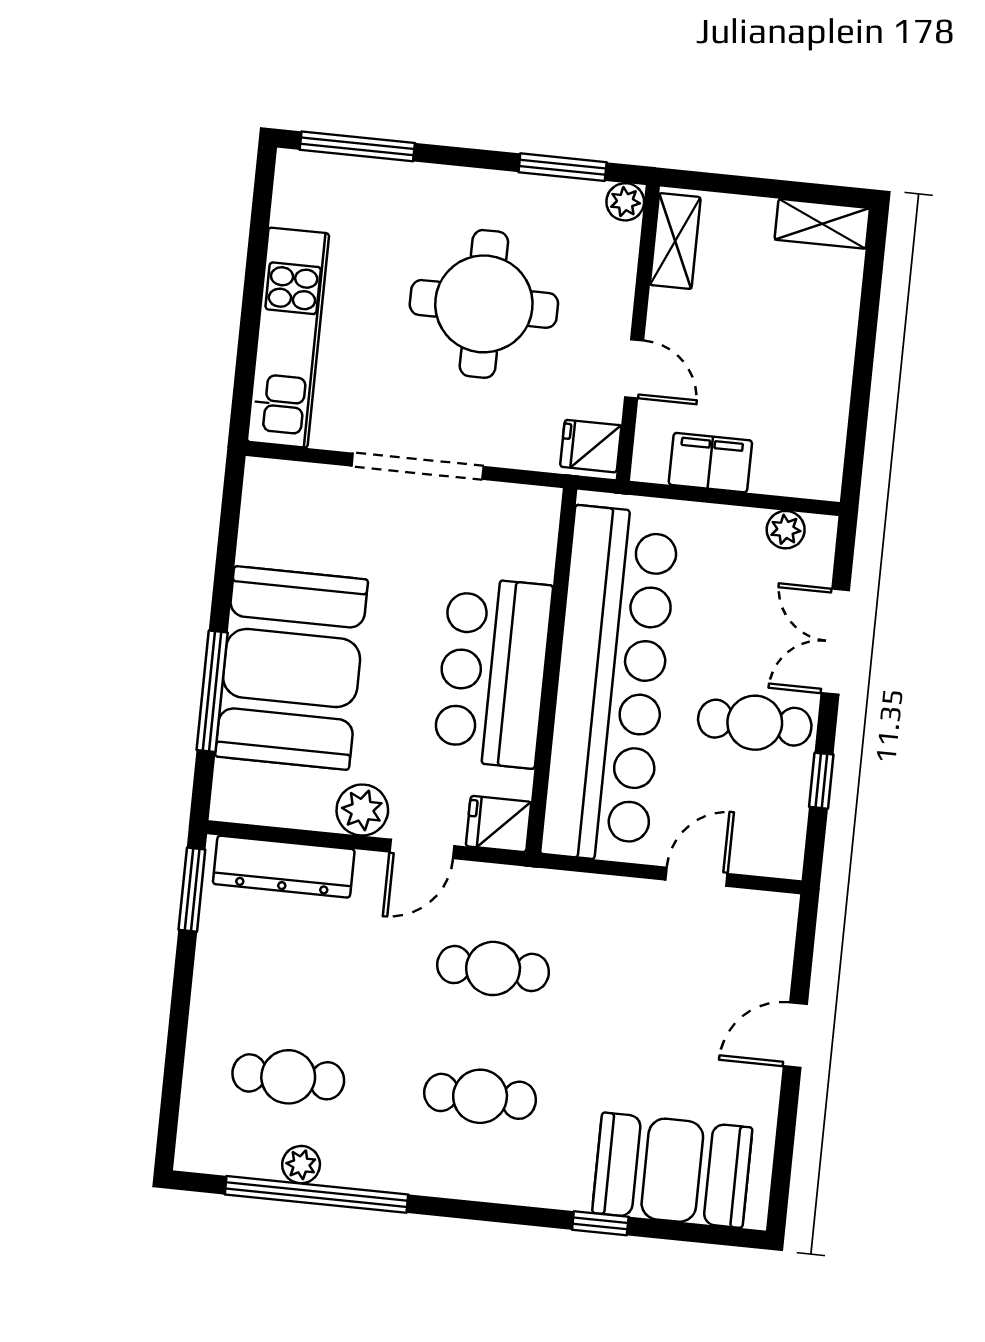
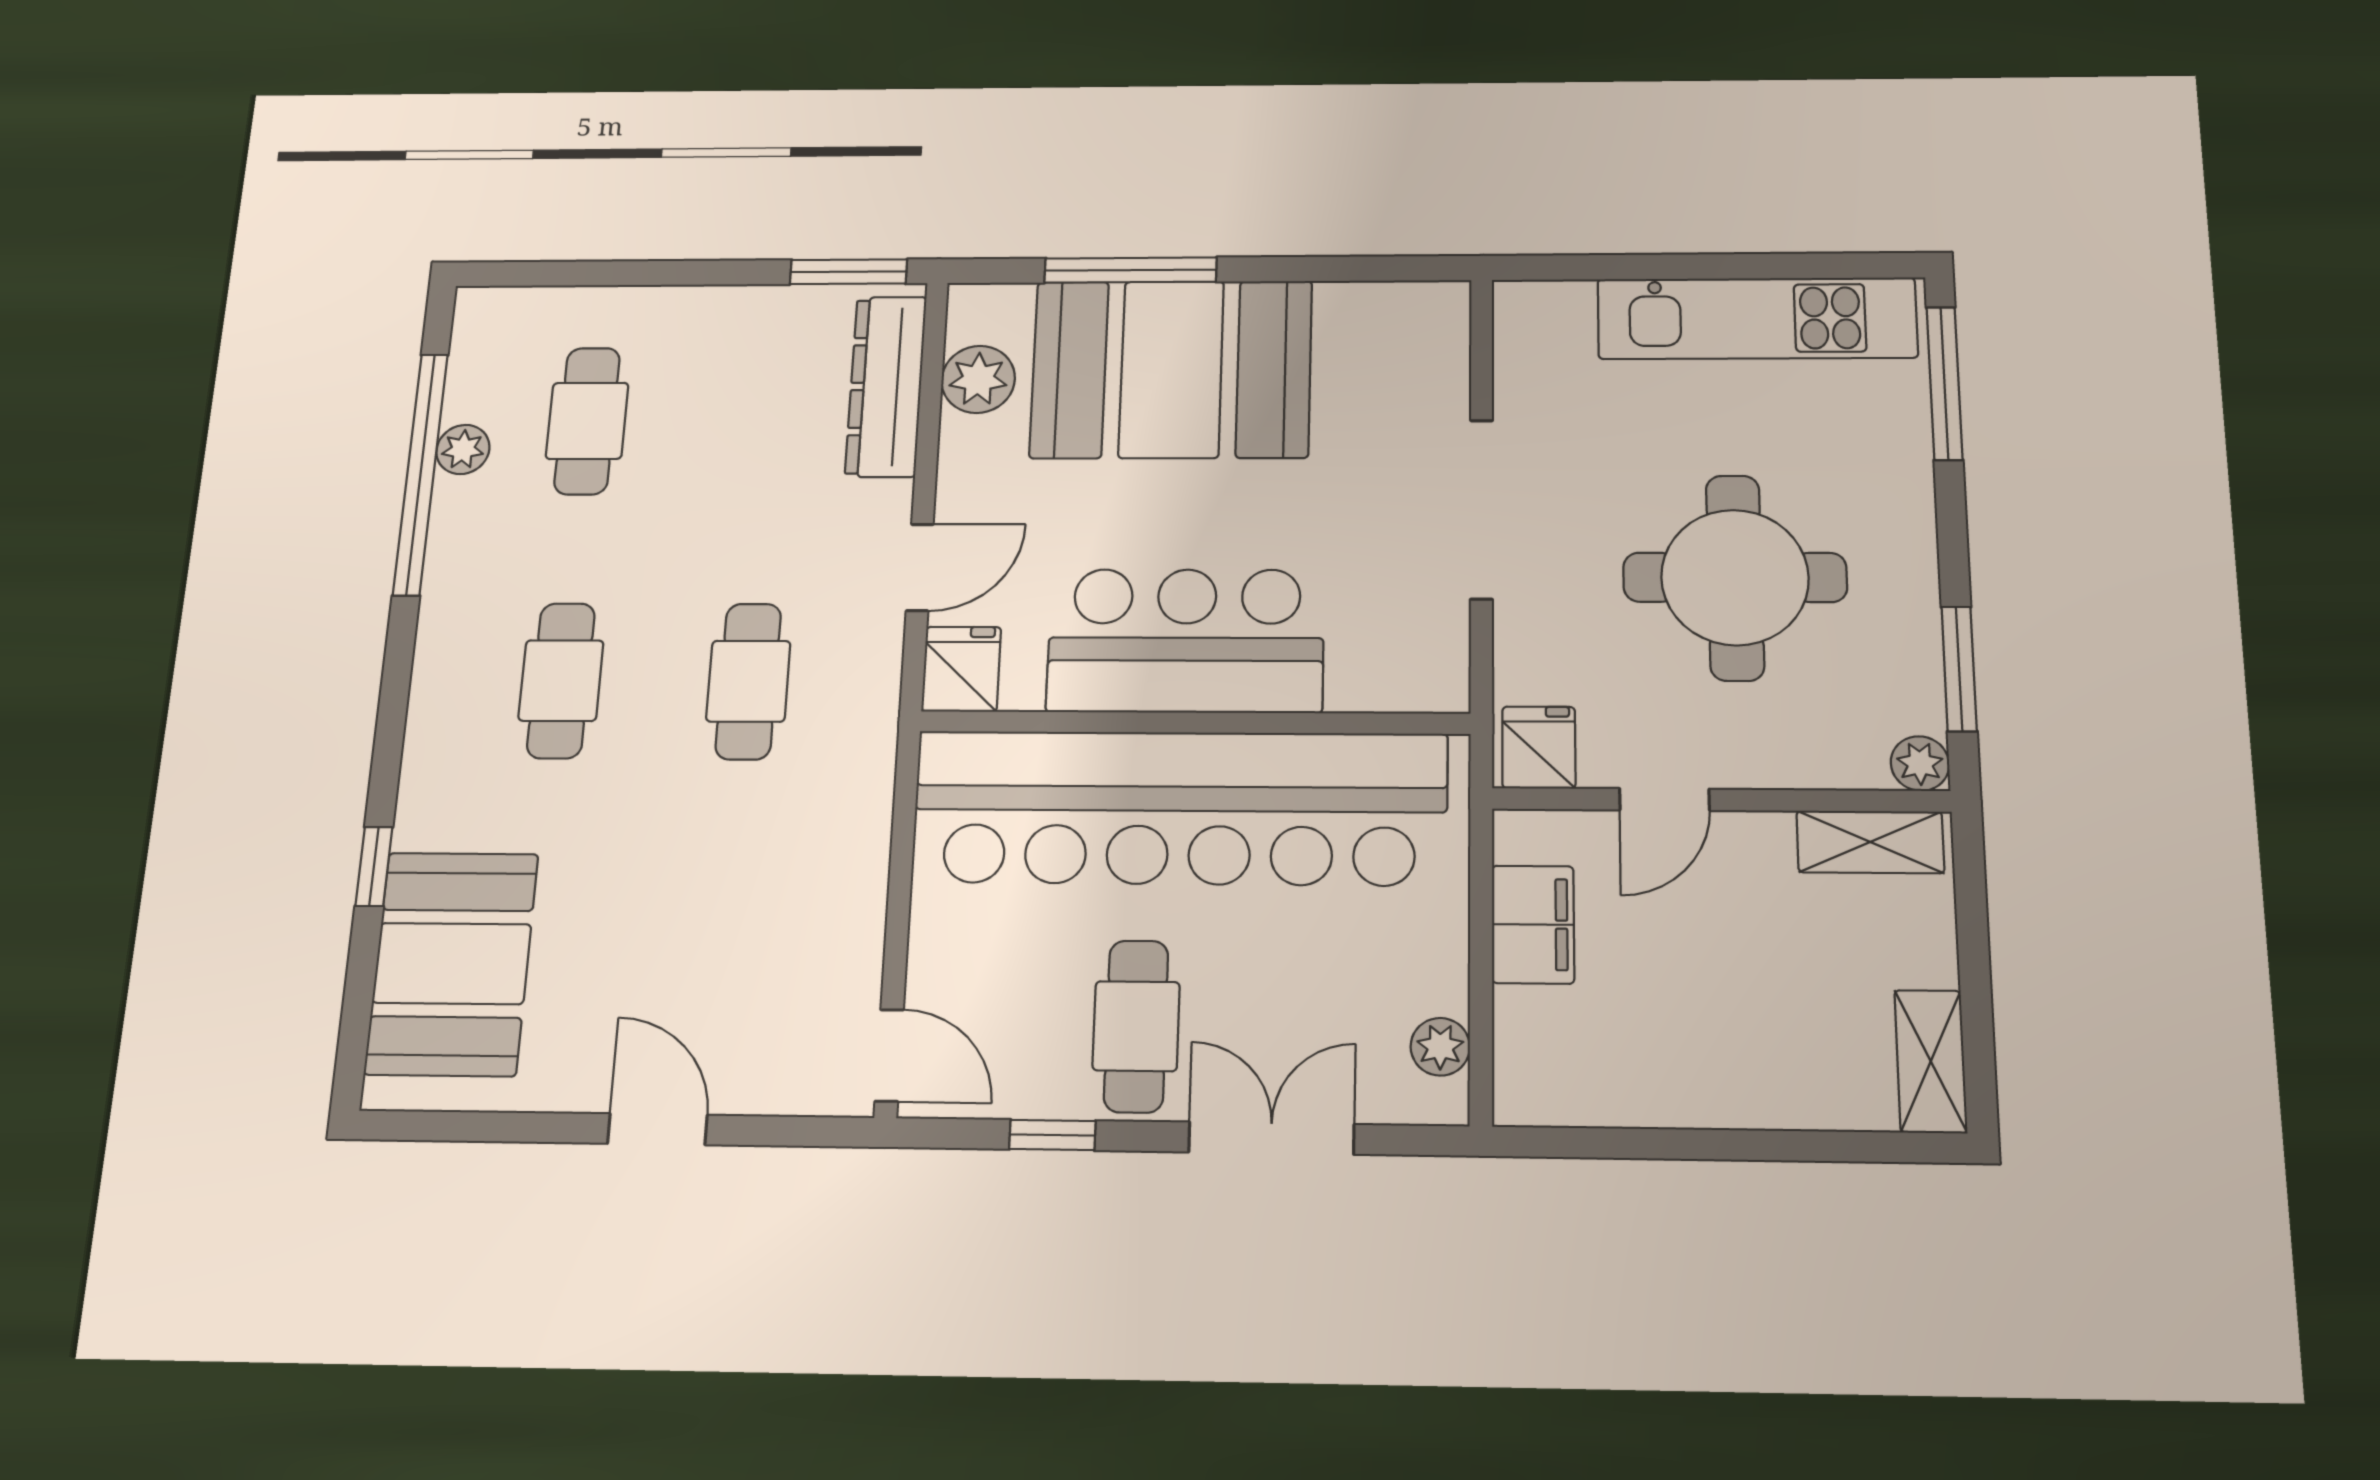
kitchen unit: (288, 338) -> (1757, 318), moved
plant: (362, 810) -> (978, 379), moved
door: (422, 849) -> (920, 567), swing flipped
door: (697, 877) -> (889, 1055), moved

